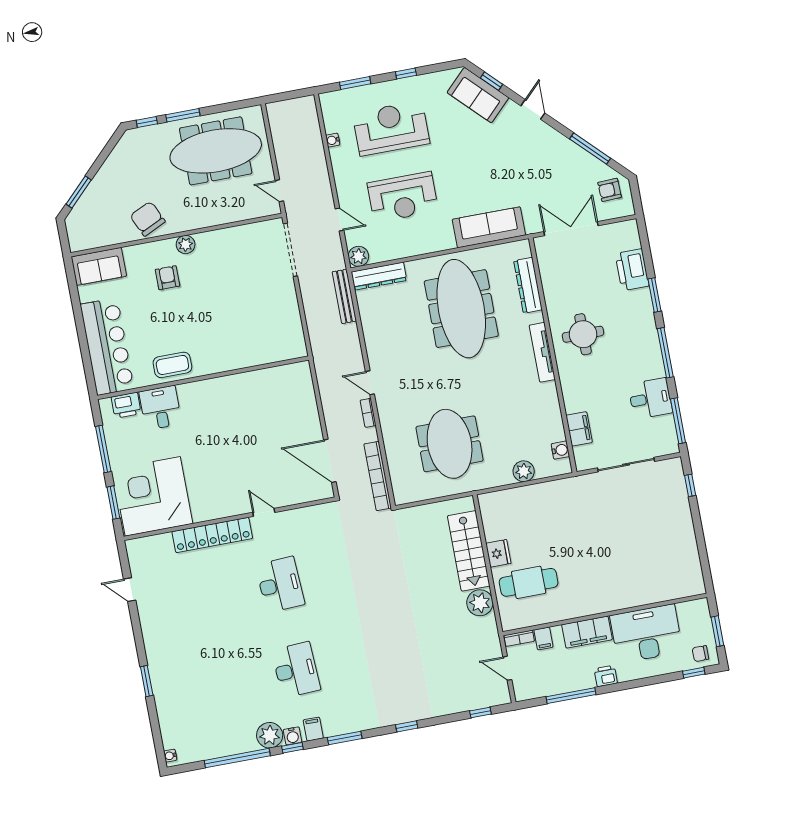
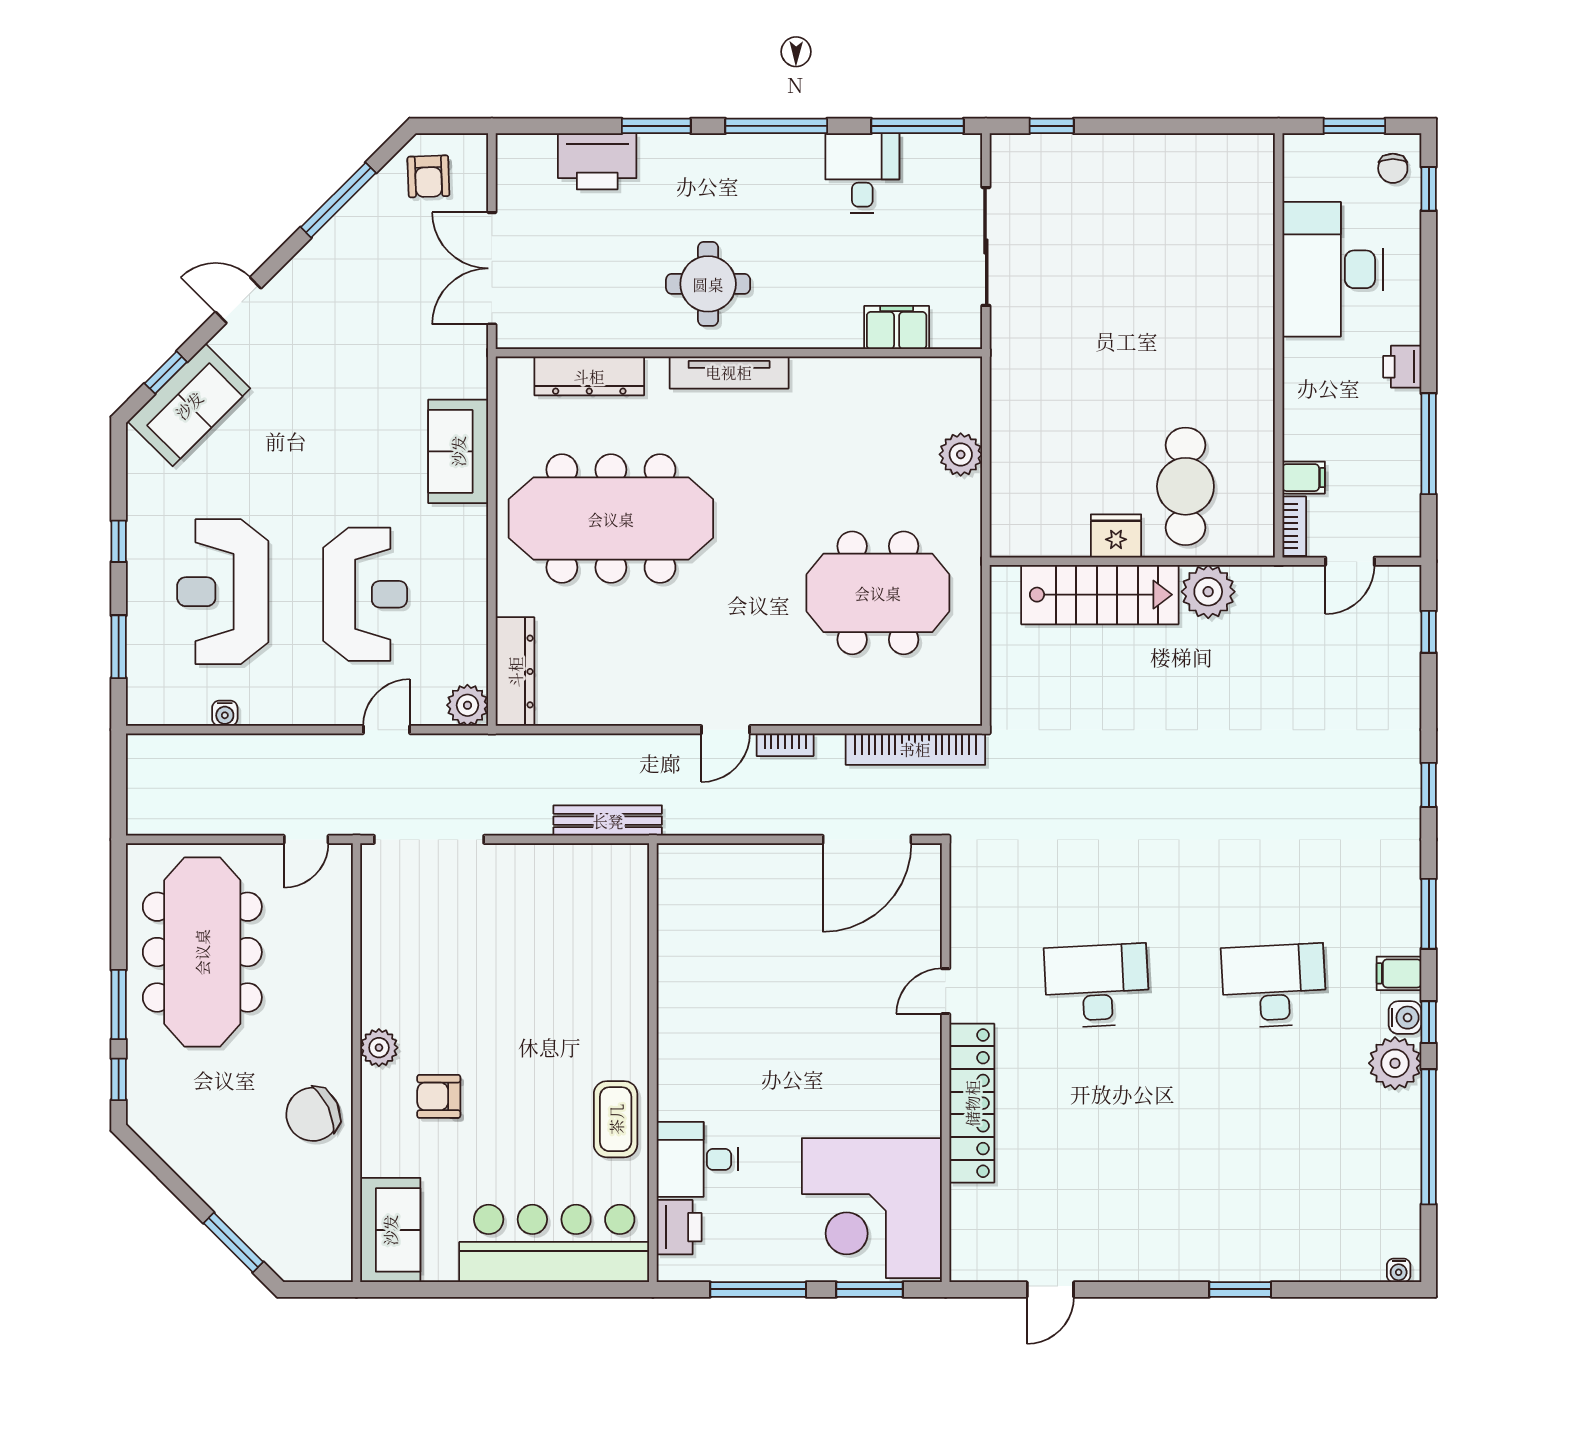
sofa: (489, 227) -> (458, 451), width x0.73
bench: (344, 296) -> (608, 821), moved
water cooler: (560, 450) -> (932, 373), removed
filing cabinet: (587, 632) -> (1307, 388), removed

